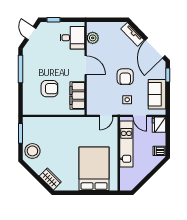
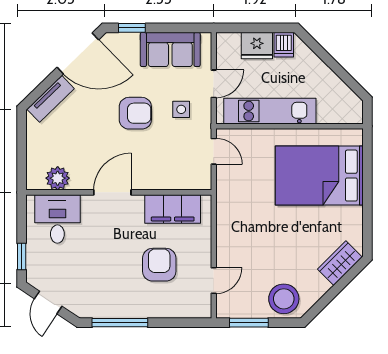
door: (31, 33) -> (48, 303), hinge flipped
door: (42, 116) -> (214, 281), added
fridge: (159, 125) -> (257, 46), moved

